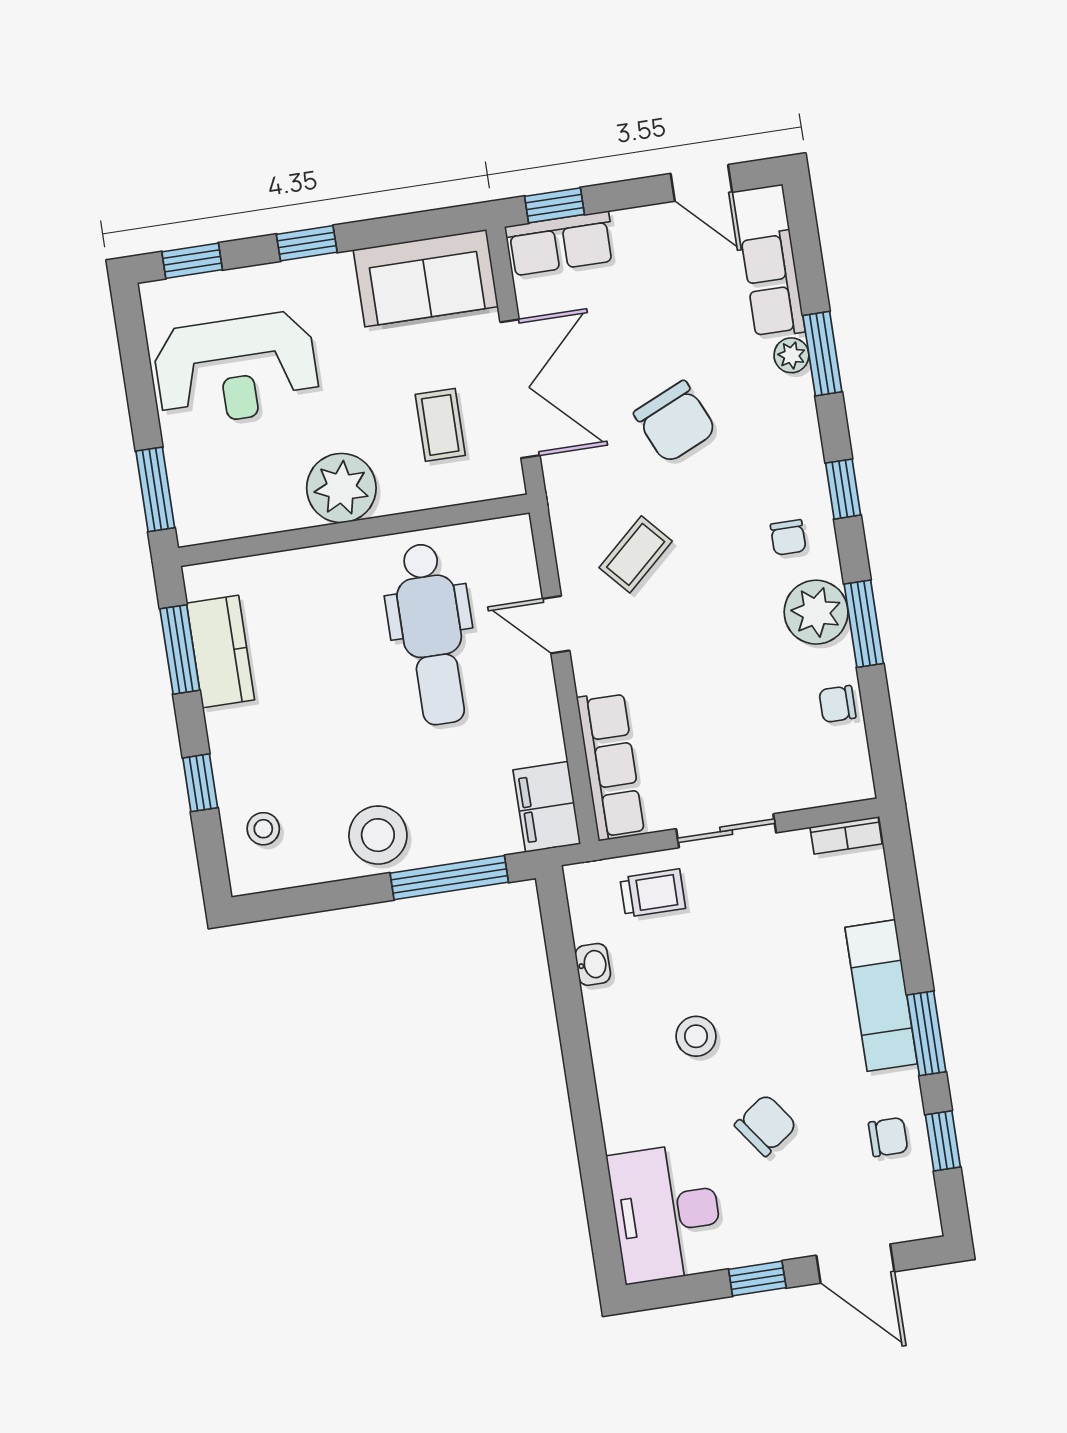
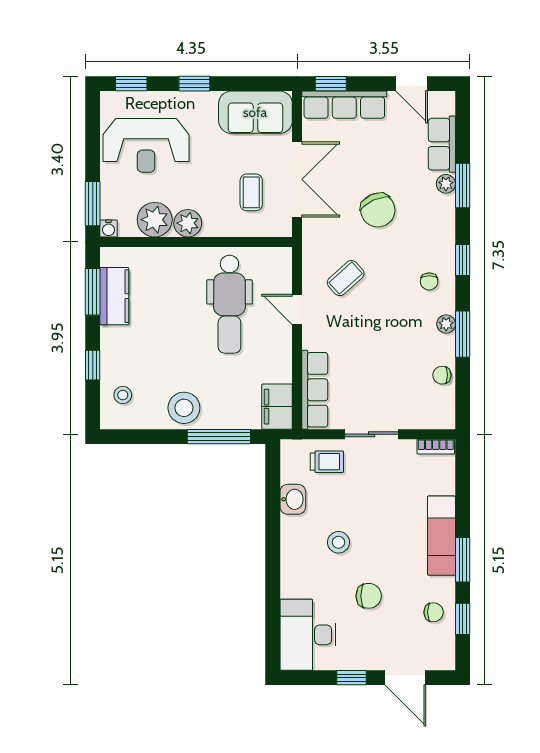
row of seats: (560, 244) -> (344, 105), width x1.48
plant: (341, 488) -> (188, 223), width x0.73, depth x0.73
plant: (272, 501) -> (155, 220), added
water cooler: (191, 530) -> (108, 228), added
plant: (816, 612) -> (446, 324), width x0.53, depth x0.53
washbasin: (593, 964) -> (293, 499), width x1.38, depth x1.45
chair: (766, 1125) -> (369, 596), turned 36

